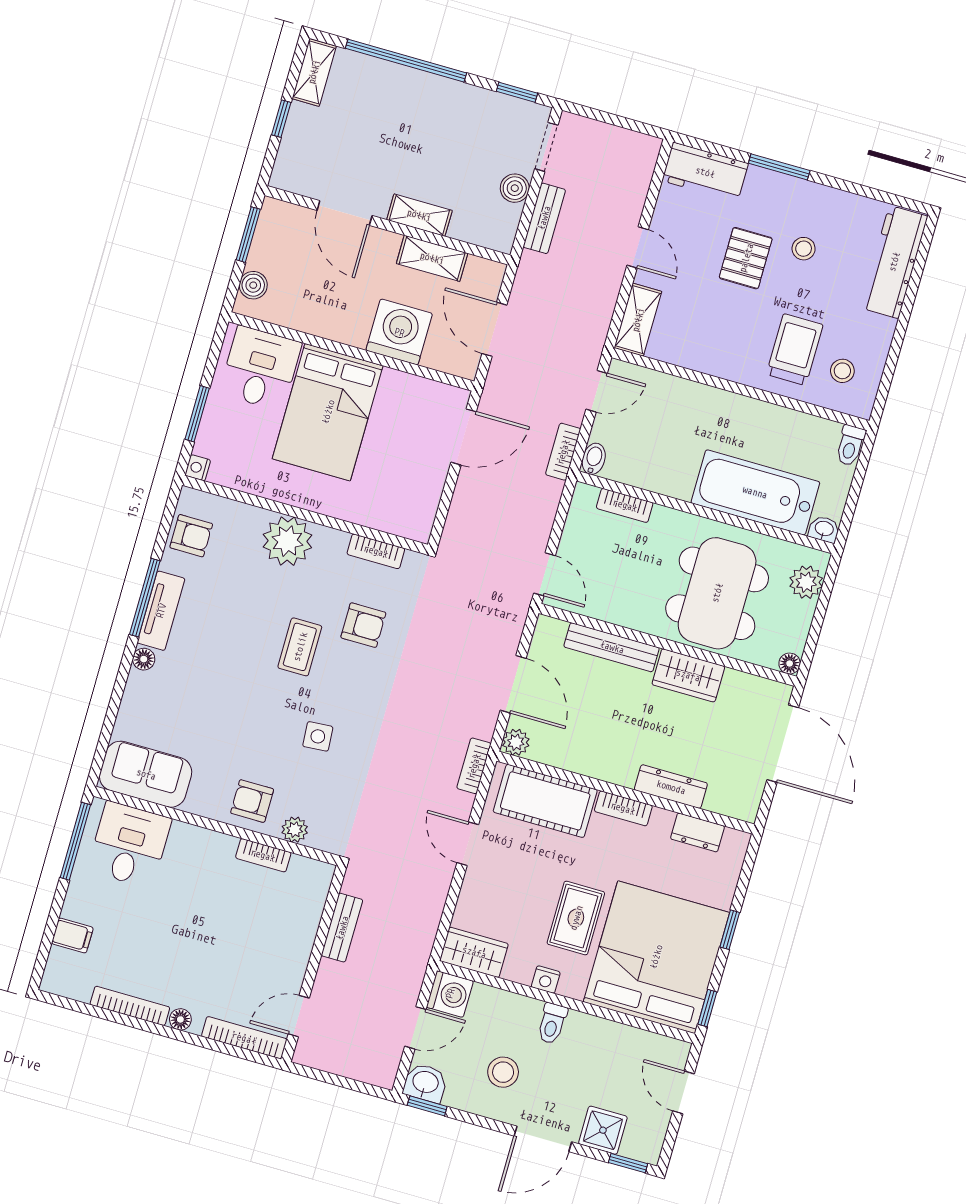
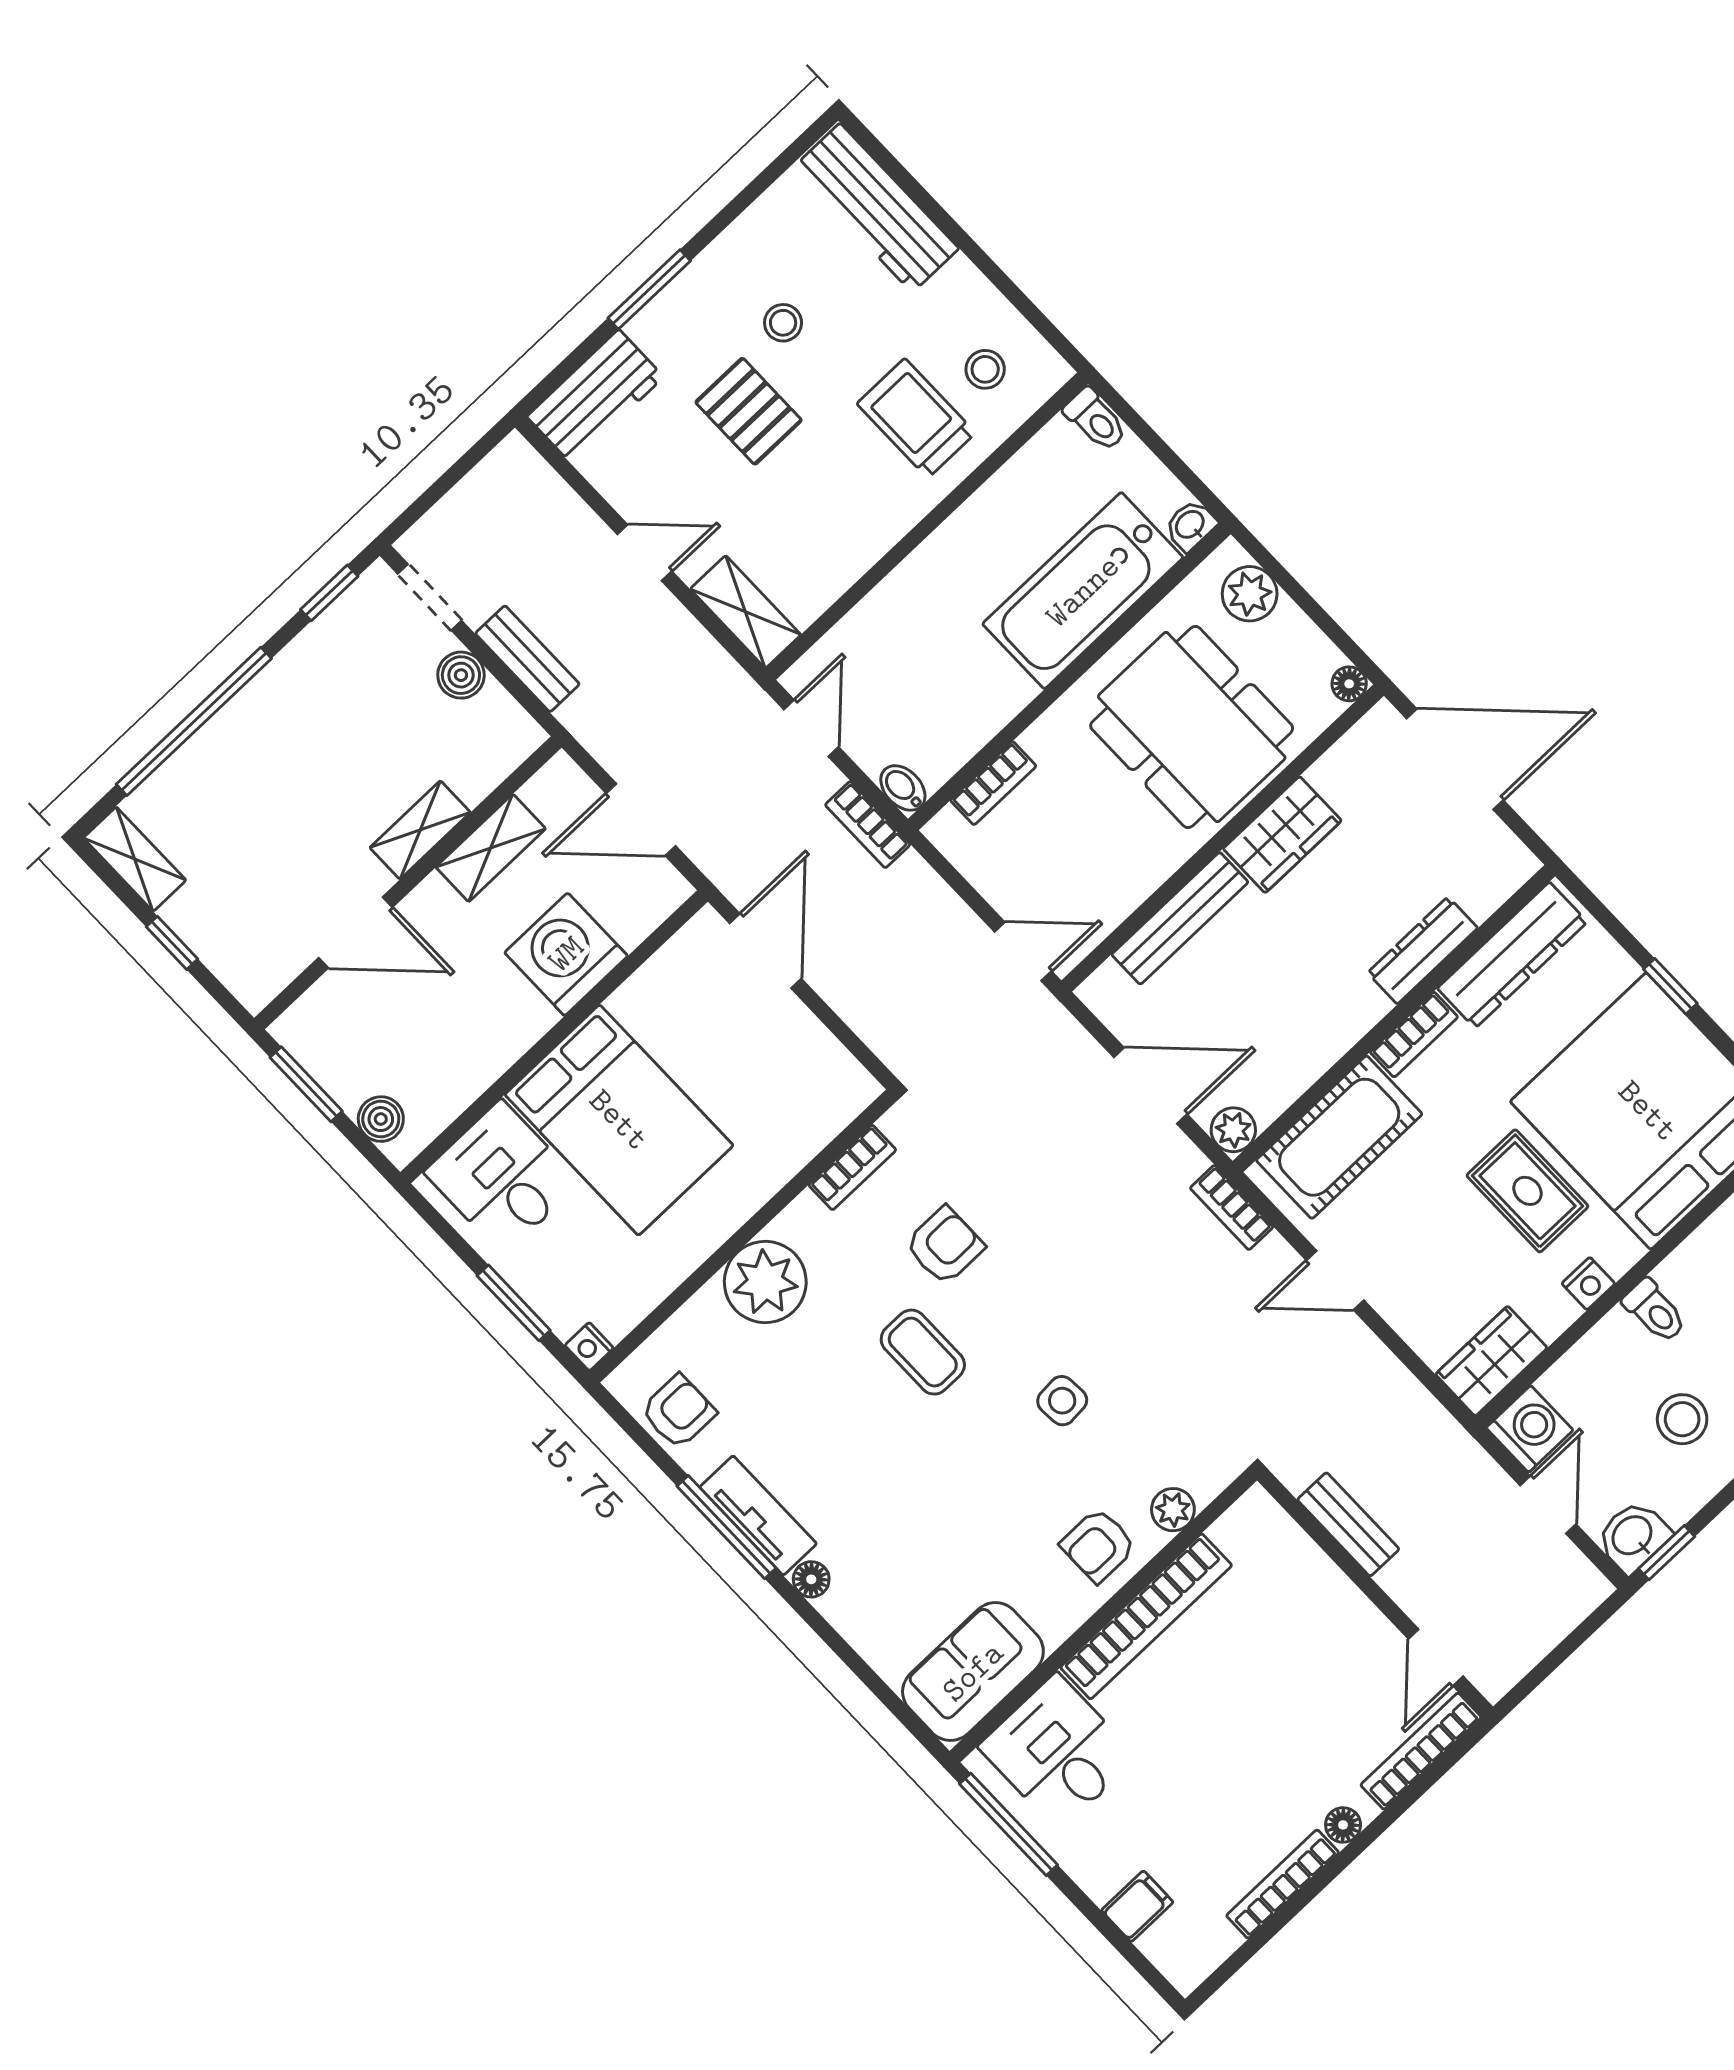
dresser: (697, 832) -> (1512, 955), width x1.96, depth x1.24
bookcase: (263, 855) -> (1146, 1616), width x2.31, depth x1.31

